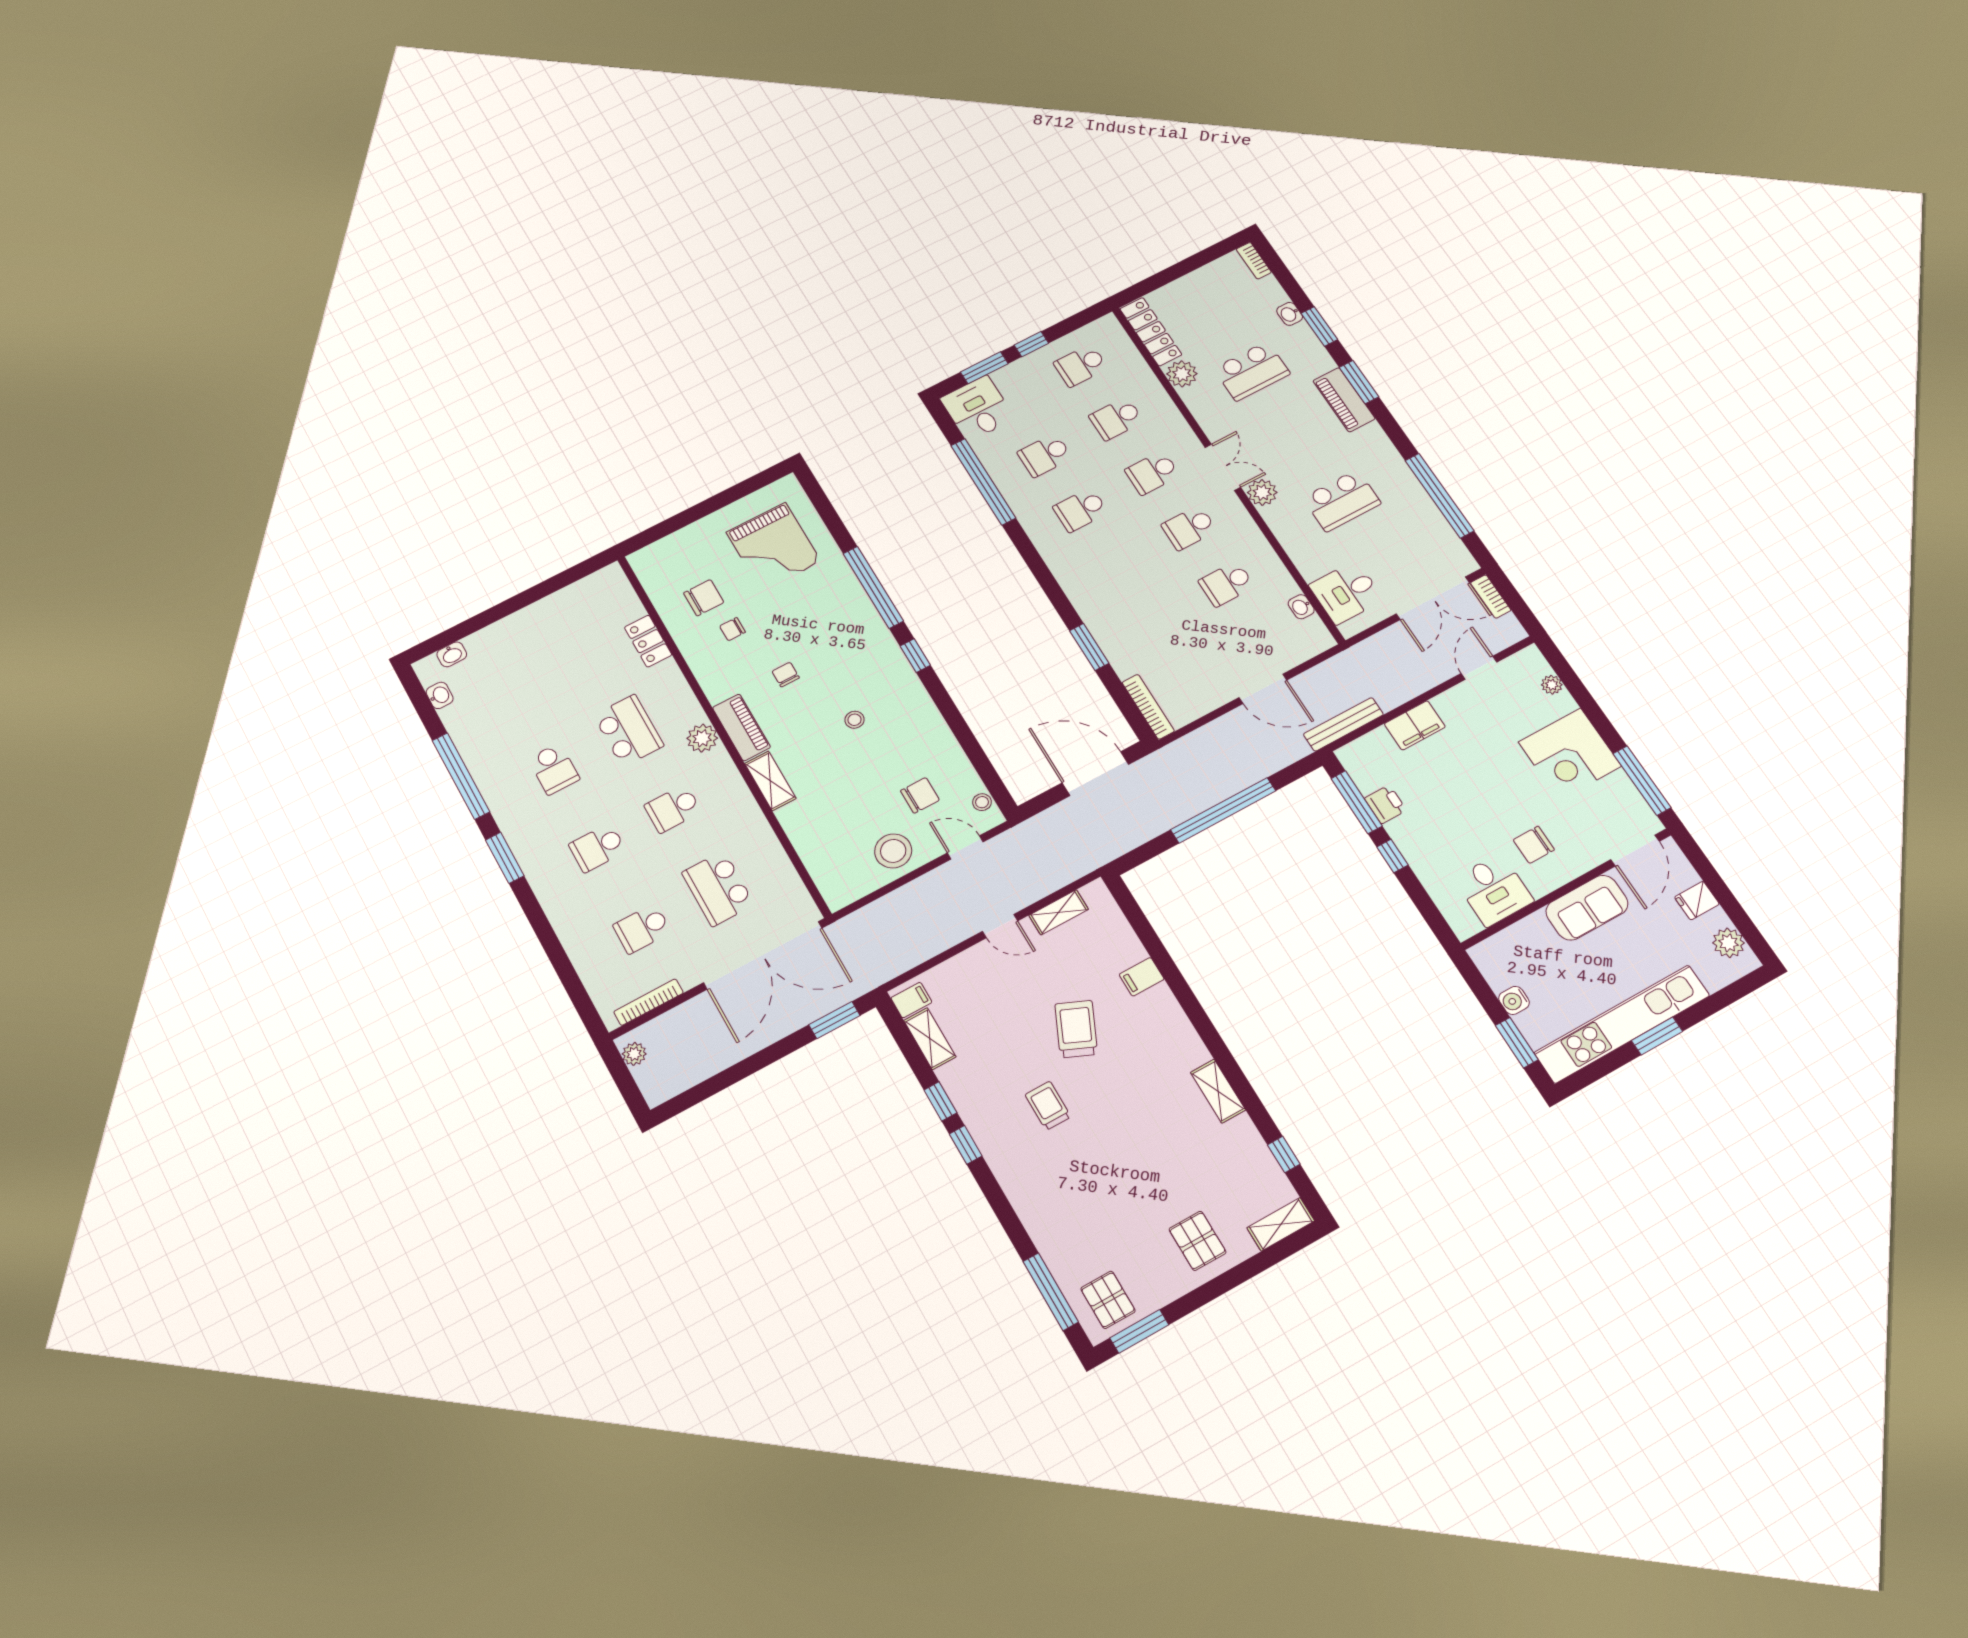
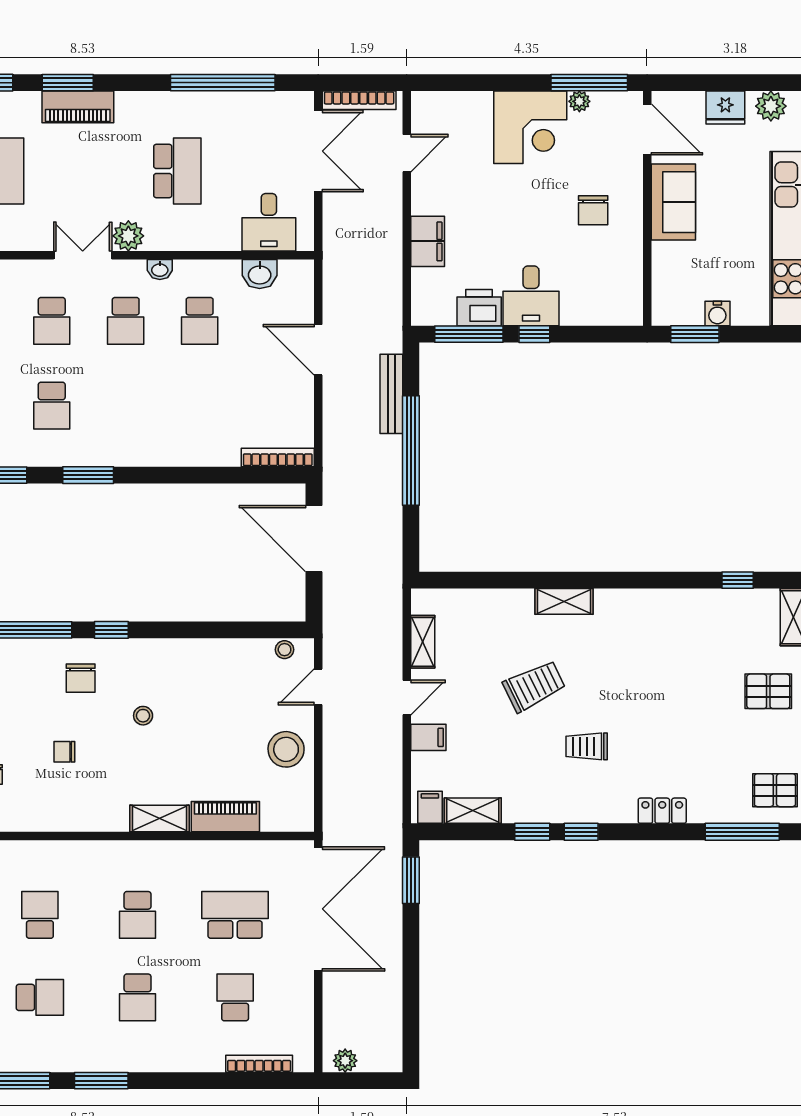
washbasin: (1250, 531) -> (160, 270), added
bookcase: (1491, 597) -> (359, 100), width x1.56
washbasin: (1301, 607) -> (260, 274), width x1.38, depth x1.45
window: (1089, 647) -> (88, 475), moved
door: (1479, 668) -> (407, 153), swing flipped
plant: (1552, 685) -> (579, 101), moved
door: (1263, 689) -> (318, 350), swing flipped
bench: (1343, 724) -> (391, 394), moved
piano: (741, 727) -> (225, 817), moved
school desk: (629, 730) -> (40, 915), width x0.54
plant: (702, 738) -> (84, 856), removed
door: (1095, 774) -> (314, 539), hinge flipped
chair: (920, 795) -> (81, 678), moved, turned 180
printer: (1385, 804) -> (479, 308), width x1.36, depth x1.24
school desk: (718, 889) -> (235, 915), turned 180
desk: (1494, 890) -> (531, 296), moved, turned 90
fridge: (1697, 901) -> (725, 108), width x1.38
school desk: (642, 929) -> (235, 997), turned 180
filing cabinet: (1142, 977) -> (428, 737), moved, turned -90
bookcase: (649, 1002) -> (259, 1064), moved, turned 90
trolley: (1076, 1029) -> (534, 686), turned 130
window: (1517, 1043) -> (695, 334), moved
shelving: (1218, 1091) -> (564, 601), moved
locker: (1028, 1207) -> (662, 811), added

